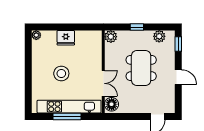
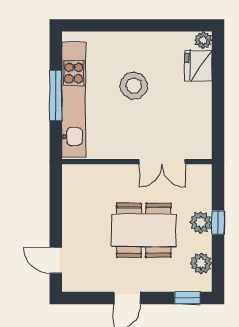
plant: (111, 37) -> (201, 222), moved
fridge: (66, 38) -> (199, 66), moved
double door: (103, 83) -> (162, 162), moved
floor lamp: (112, 104) -> (78, 177), removed

